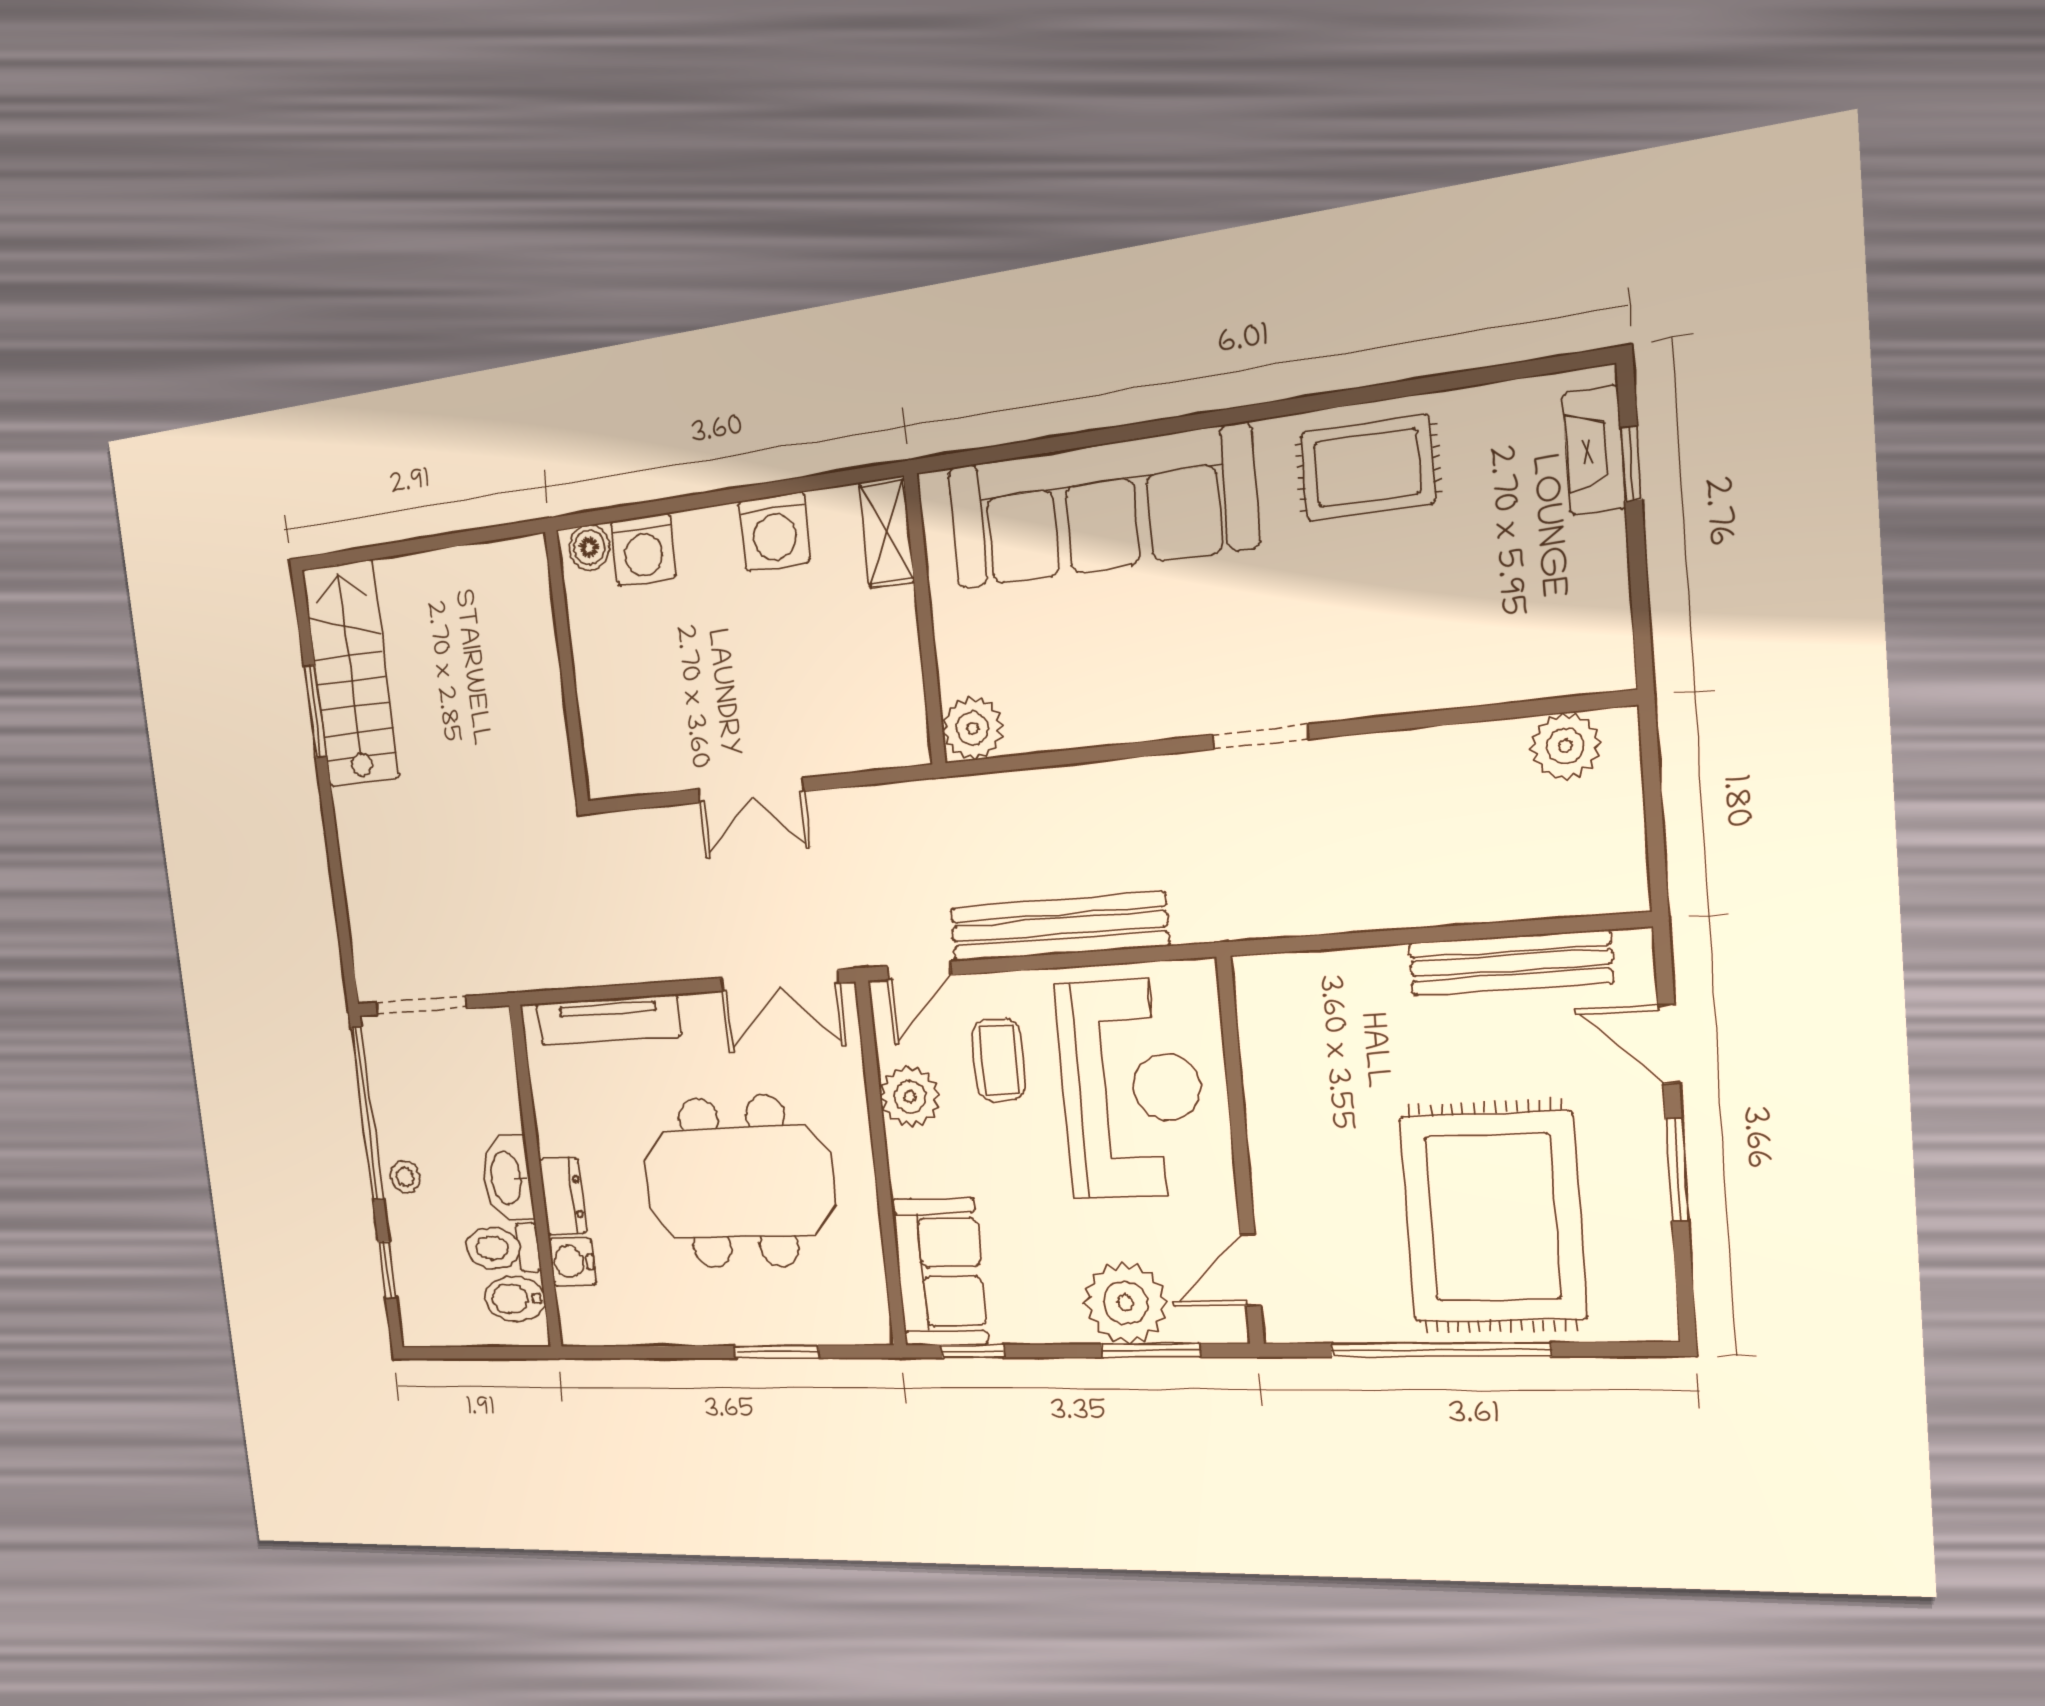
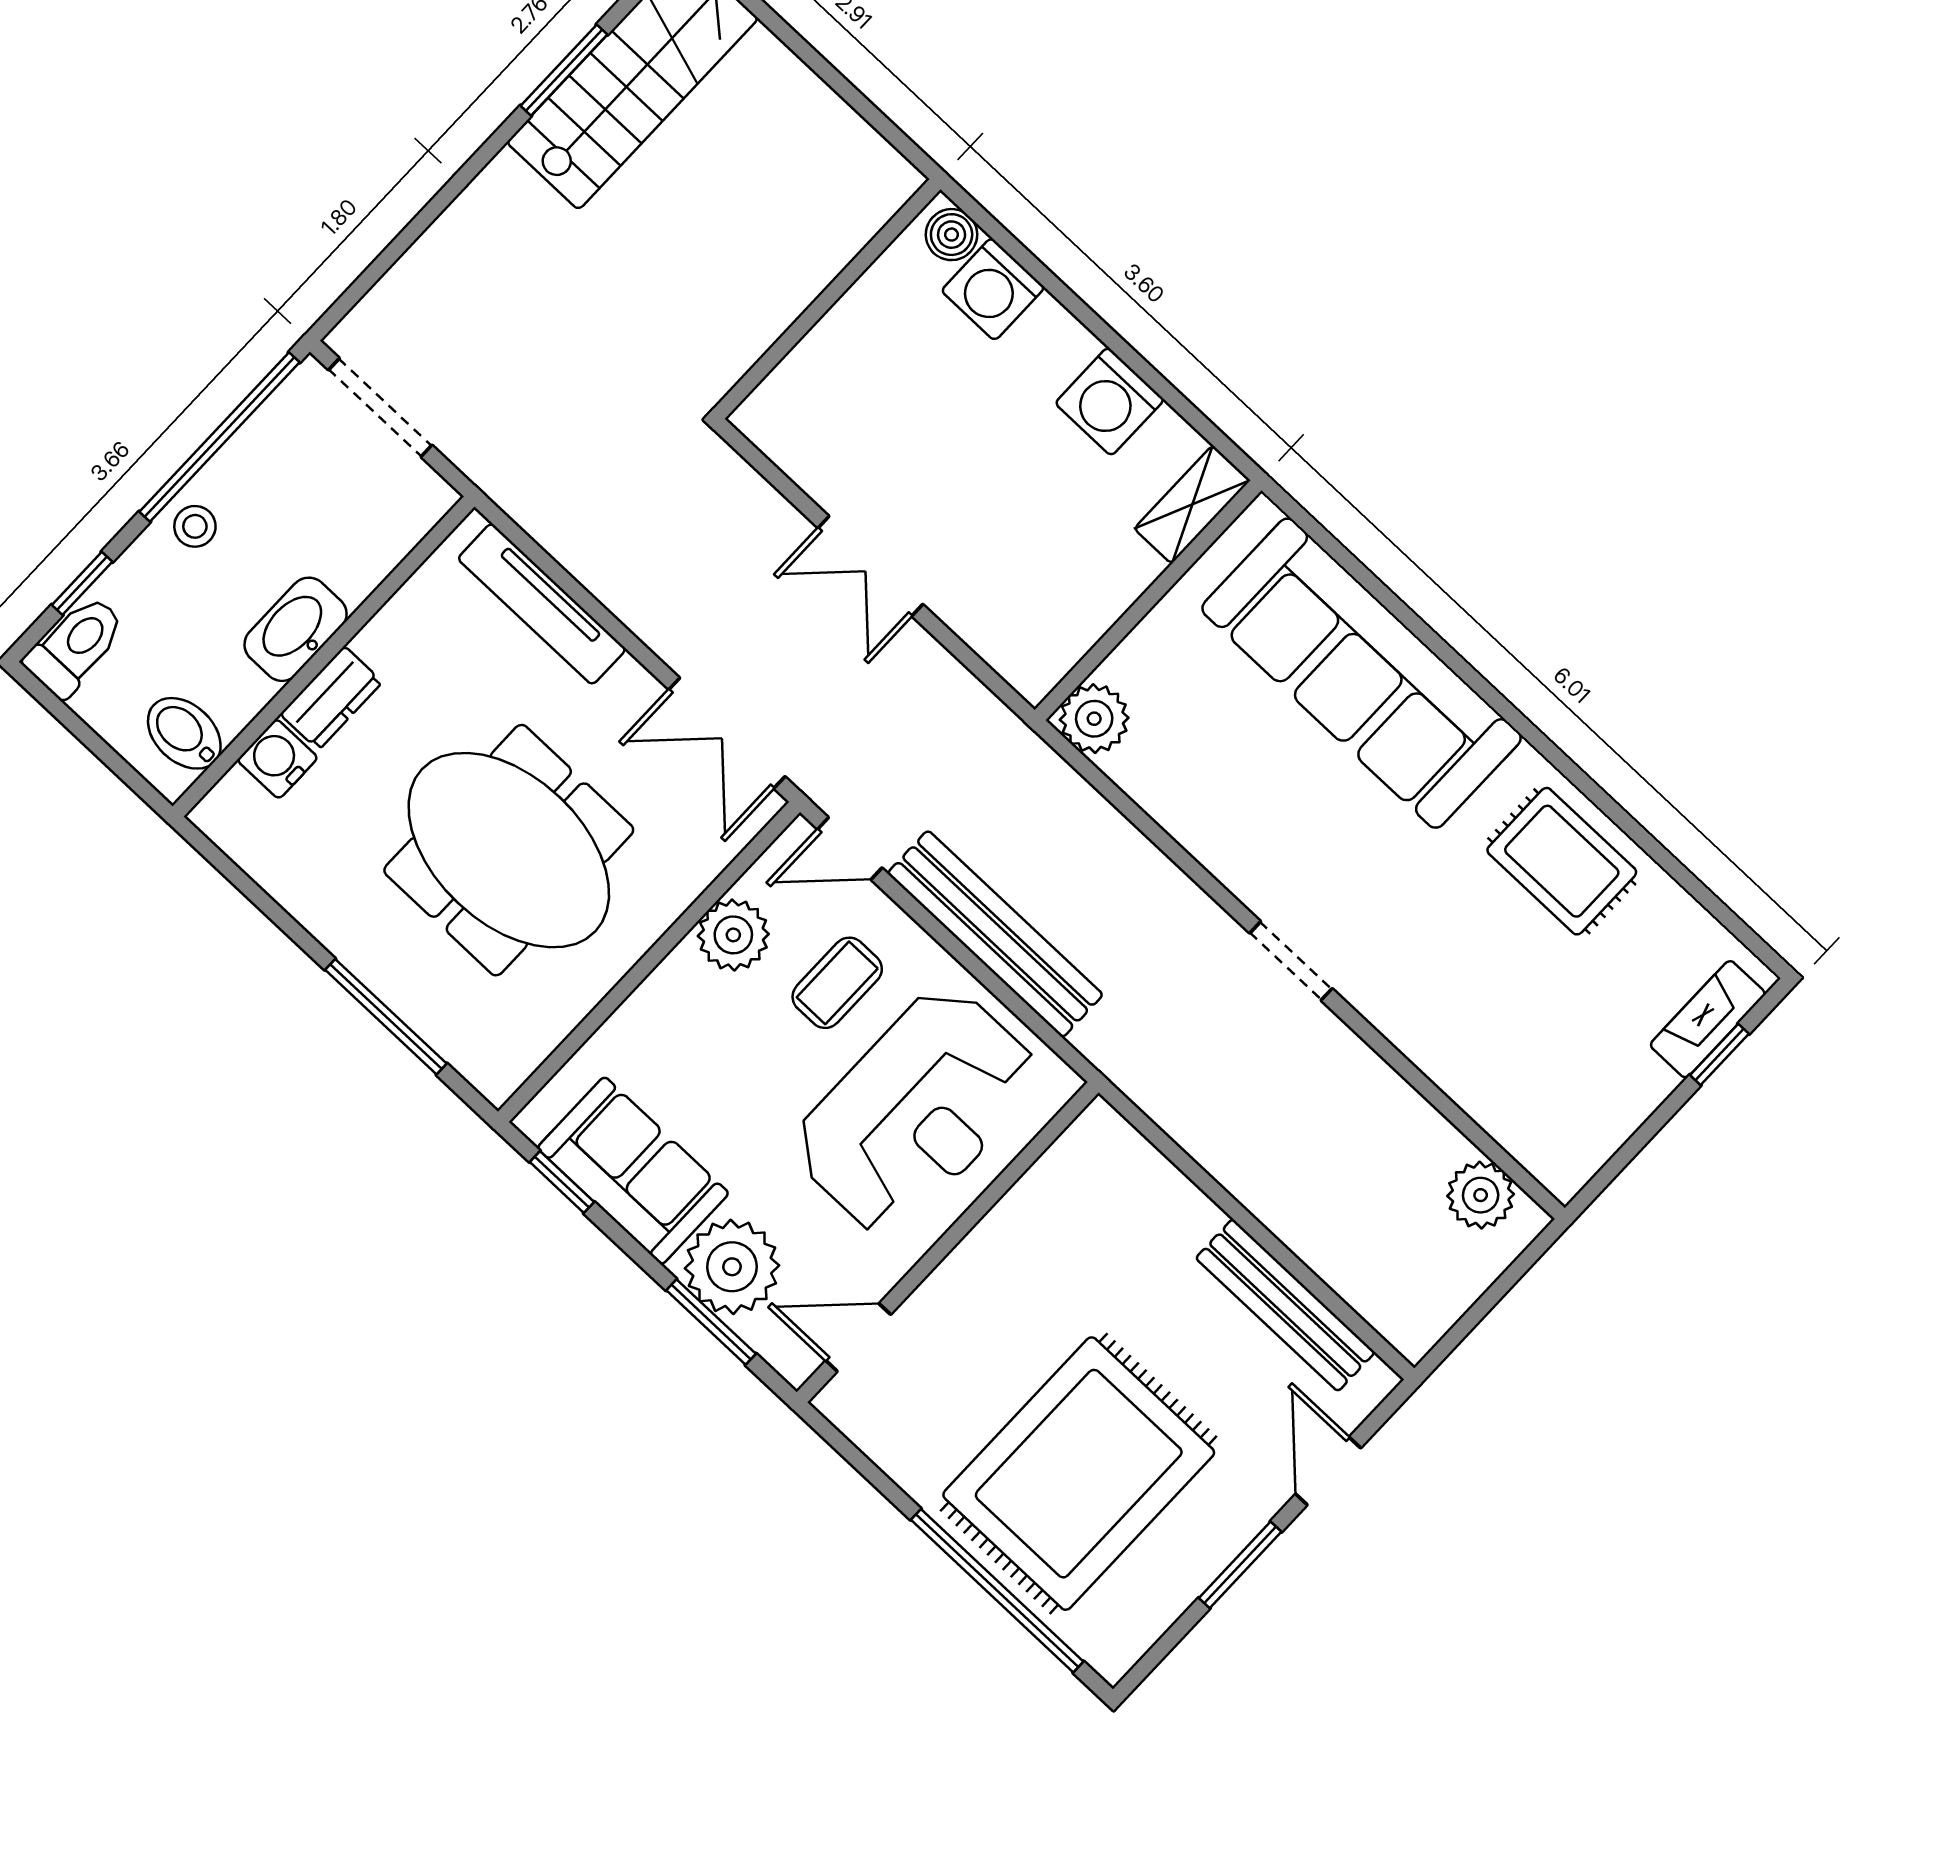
toilet: (502, 1248) -> (76, 646), moved, turned 90
sofa: (939, 1272) -> (633, 1171), moved, turned -90
window: (1439, 1350) -> (997, 1591), moved
window: (777, 1352) -> (386, 1017), width x1.44

